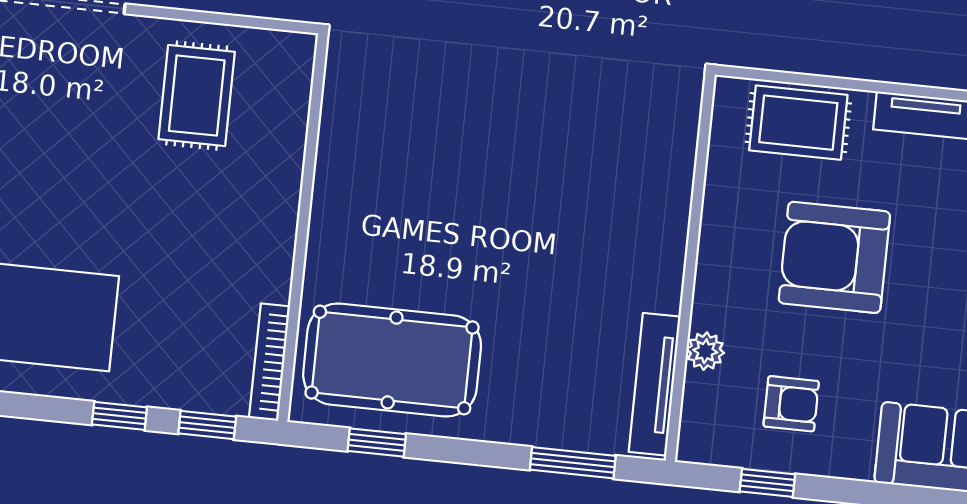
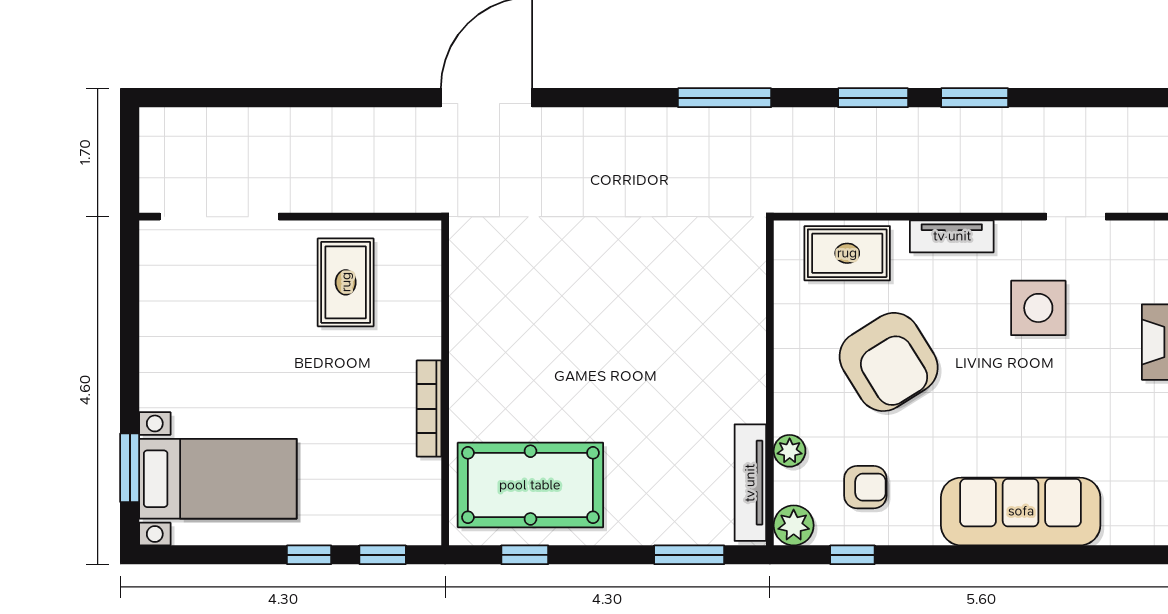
armchair: (834, 257) -> (889, 362), turned -122
bookcase: (270, 362) -> (429, 409), moved
plant: (701, 440) -> (794, 525), added

